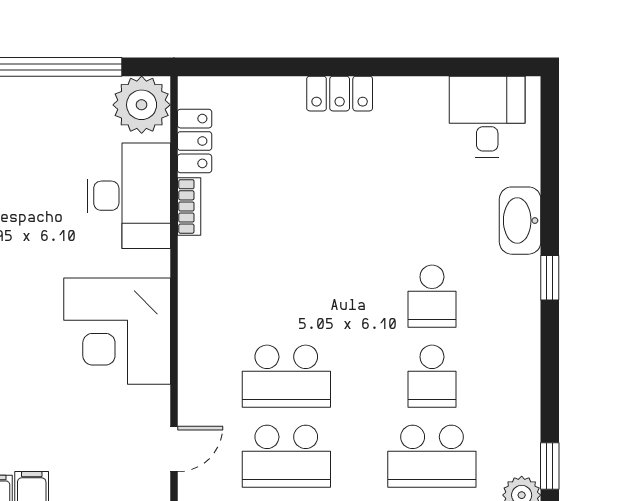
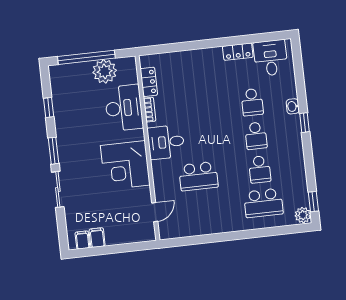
locker: (340, 94) -> (238, 52), moved
plant: (142, 105) -> (105, 71), moved
washbasin: (520, 221) -> (293, 106), width x0.52, depth x0.69
desk: (219, 287) -> (166, 142), added
school desk: (286, 456) -> (252, 102), moved, width x0.54

